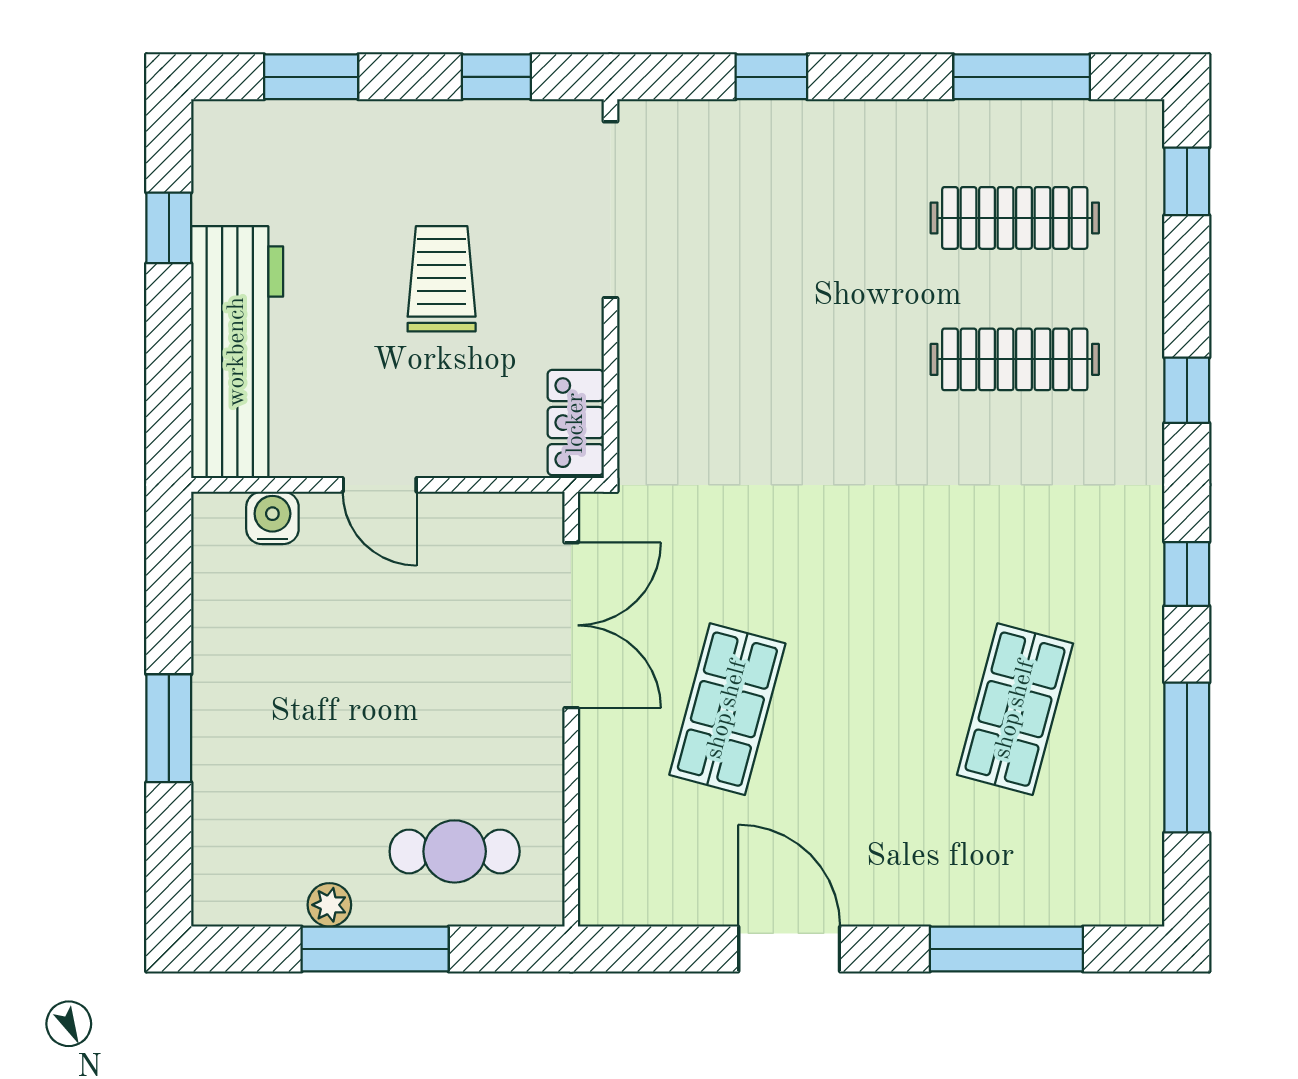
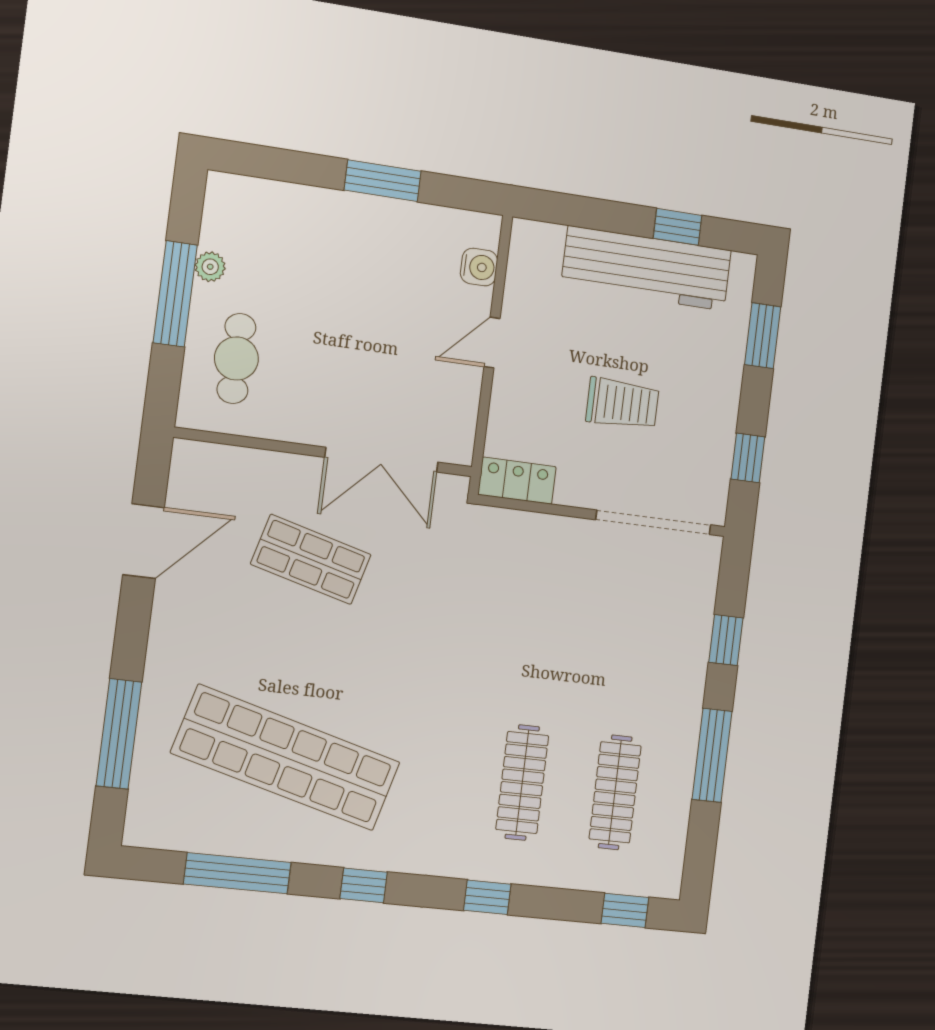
window: (1022, 77) -> (712, 755), moved
workbench: (237, 352) -> (646, 268), moved
shop shelf: (1015, 709) -> (286, 758), width x2.00, depth x1.36
window: (169, 728) -> (383, 181), moved
door: (789, 949) -> (144, 541), moved

